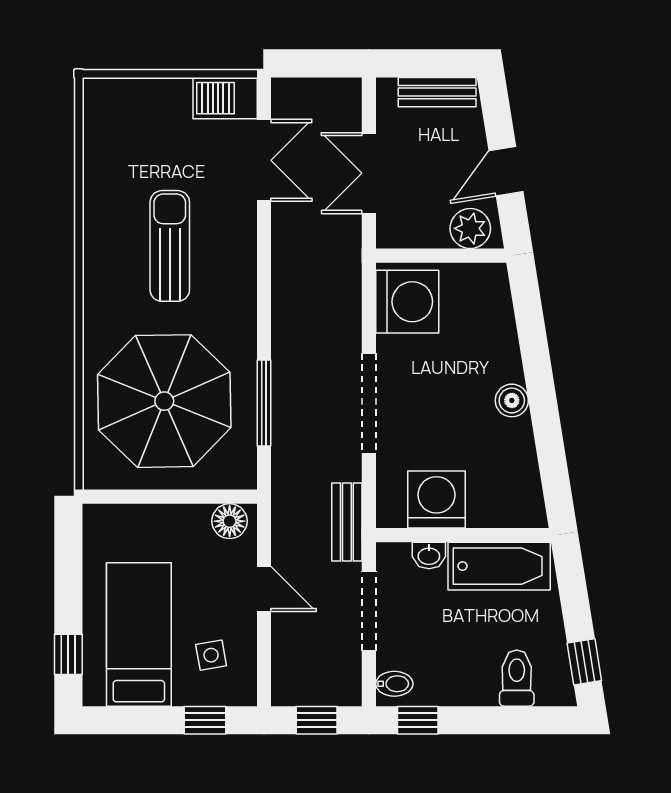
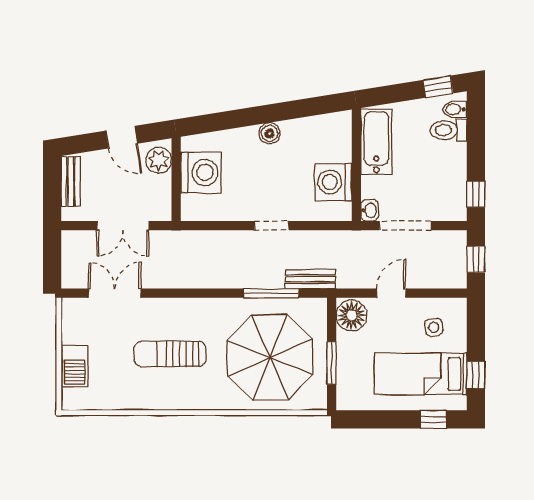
barbecue: (225, 98) -> (75, 366), moved
washing machine: (407, 302) -> (201, 173), moved, turned 90
doorway: (369, 404) -> (272, 226), width x0.53
window: (156, 497) -> (332, 363), added
floor lamp: (230, 521) -> (352, 315), width x1.38, depth x1.38
bench: (347, 522) -> (310, 279), moved
washbasin: (429, 555) -> (370, 210), moved
bidet: (394, 684) -> (455, 109), moved, turned -90
window: (205, 720) -> (476, 375), moved

